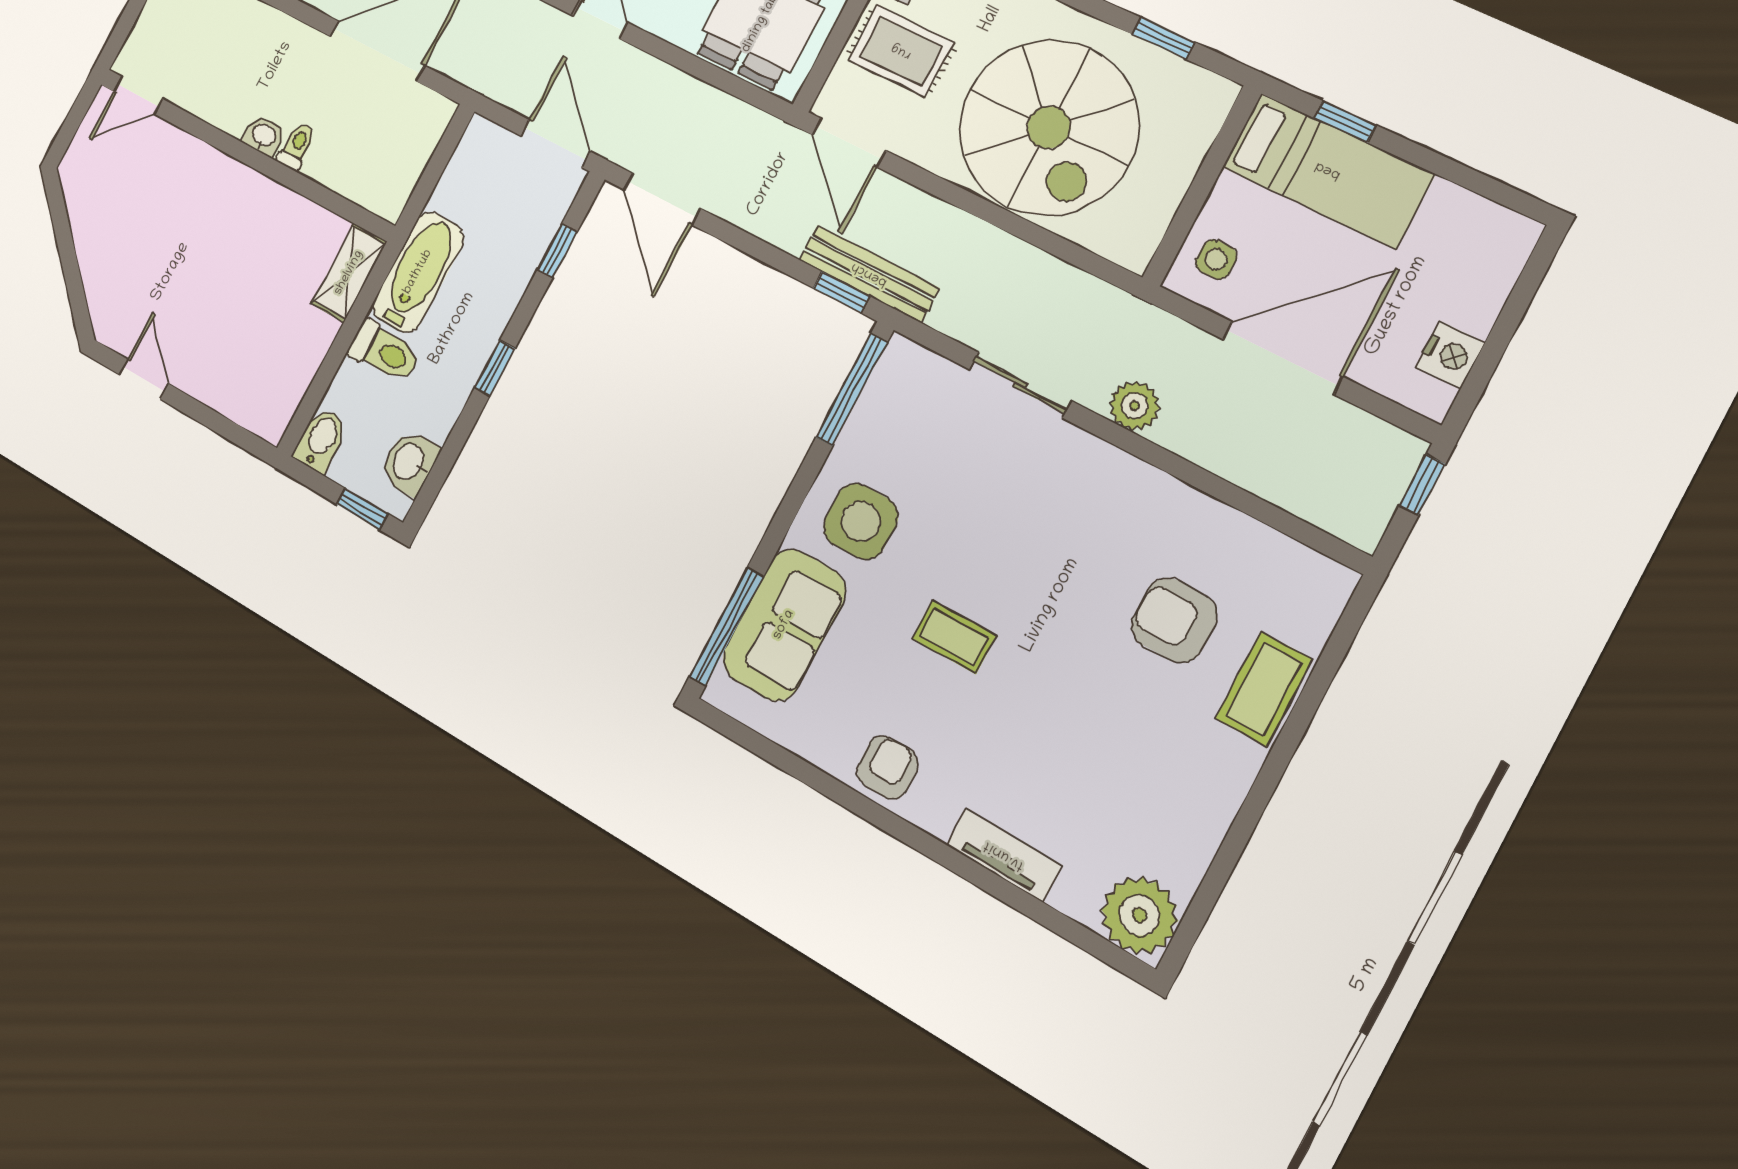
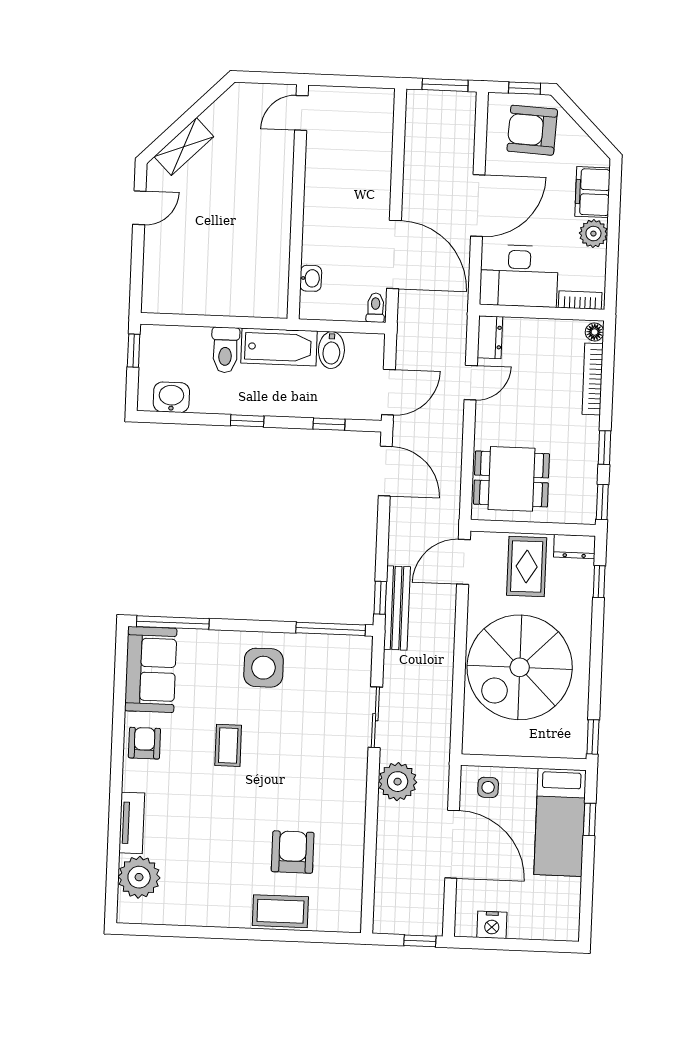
window: (1164, 38) -> (593, 737), moved
door: (138, 95) -> (301, 113), hinge flipped
washbasin: (264, 136) -> (311, 278), moved
toilet: (297, 146) -> (375, 308), moved, turned -90
door: (662, 199) -> (385, 471), swing flipped
shelving: (349, 273) -> (184, 147), moved, turned -45
plant: (1135, 406) -> (398, 782), width x1.36, depth x1.36
bidet: (321, 440) -> (331, 350), moved, turned 90
window: (362, 509) -> (134, 351), moved
sofa: (784, 625) -> (151, 670), moved, turned -90
armchair: (888, 767) -> (144, 743), turned -90
plant: (1139, 915) -> (139, 877), moved

